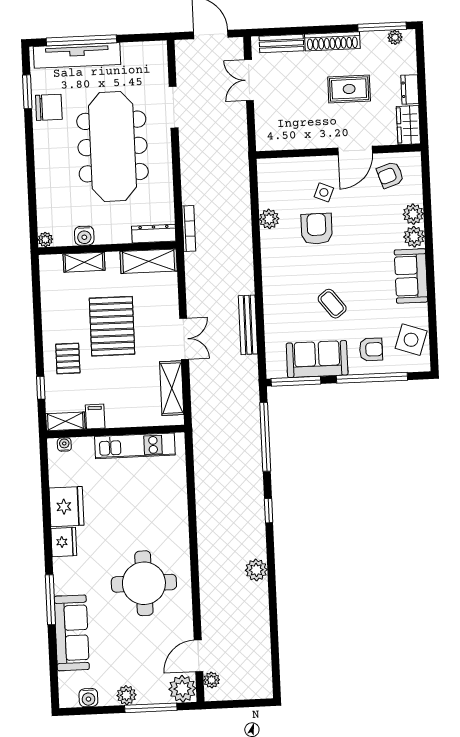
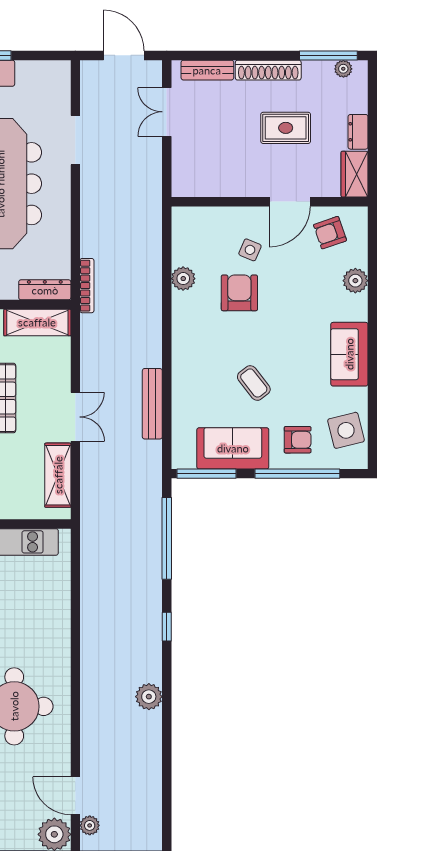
plant: (414, 237) -> (355, 308), removed
side table: (411, 340) -> (346, 430), turned -33
door: (199, 656) -> (75, 796), hinge flipped

